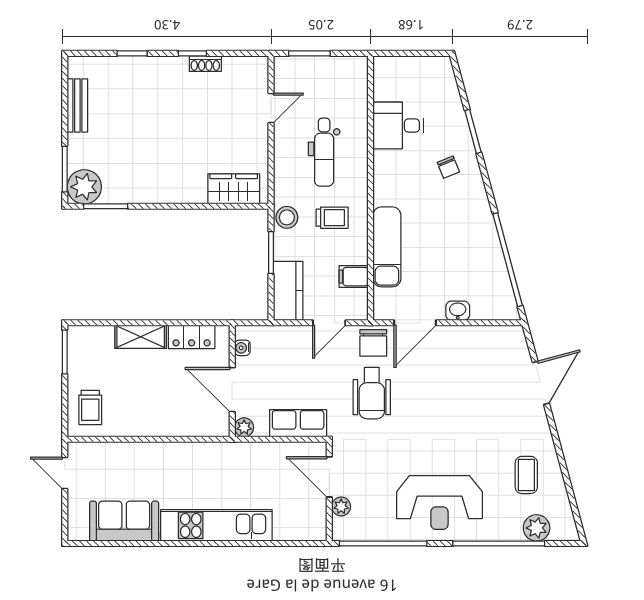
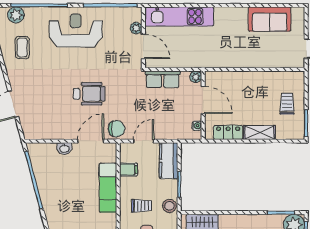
trolley: (332, 218) -> (142, 206), turned 180
chair: (373, 343) -> (116, 129), turned 90
wheelchair: (372, 393) -> (89, 94), moved, turned 90
trolley: (90, 407) -> (287, 104), moved
kitchen unit: (216, 525) -> (179, 16), moved

